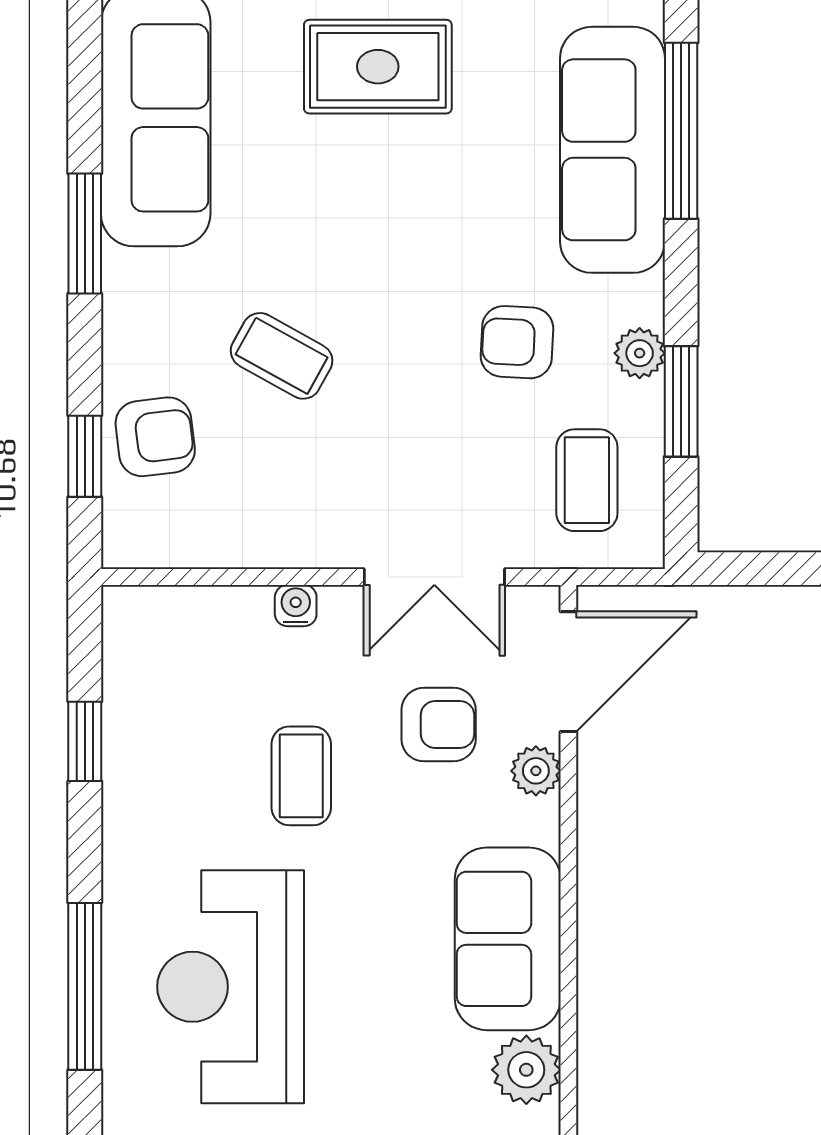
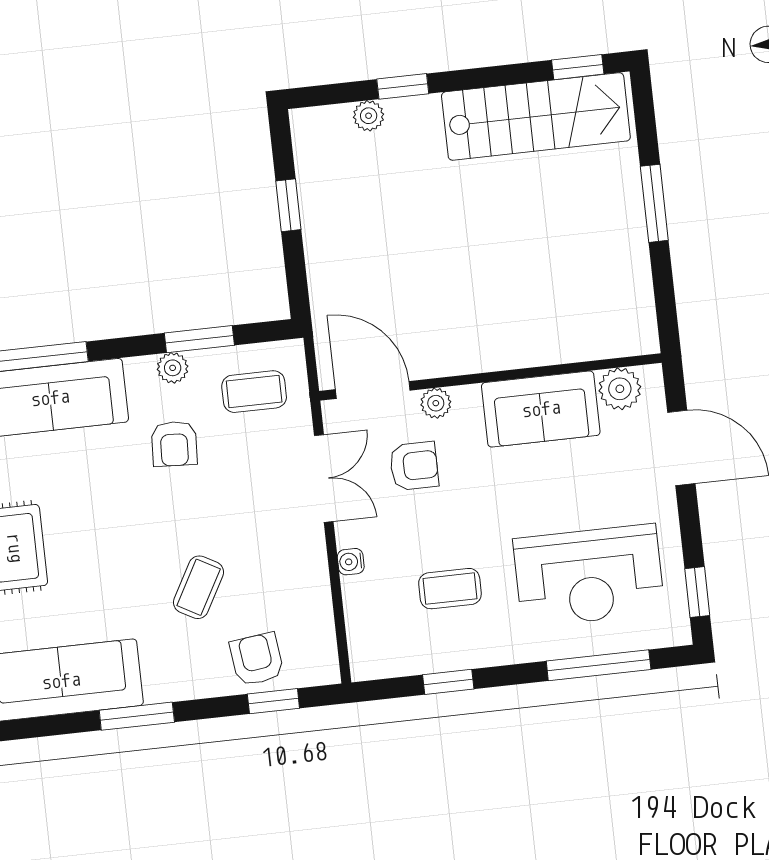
armchair: (439, 725) -> (414, 466), turned 90
coffee table: (301, 776) -> (450, 589), moved

